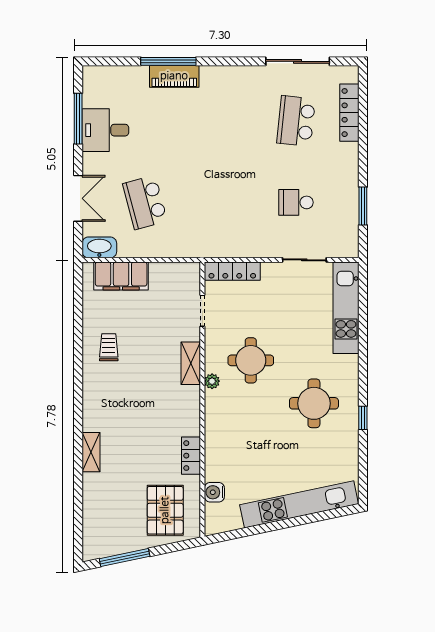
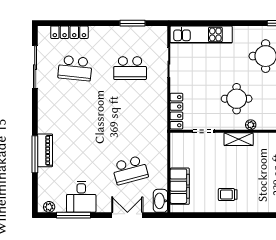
plant: (90, 82) -> (49, 207), added
school desk: (296, 202) -> (130, 68), width x1.85

